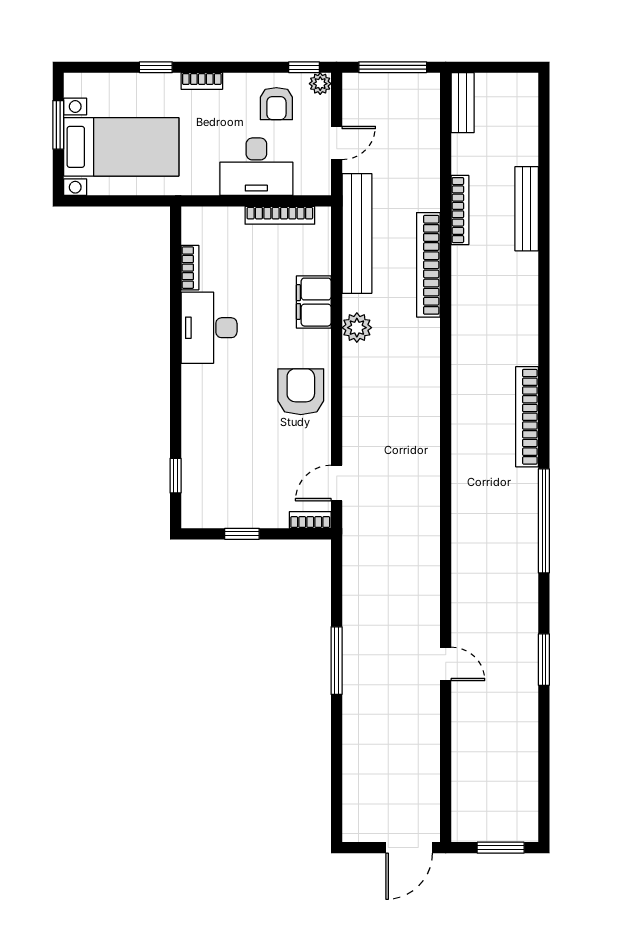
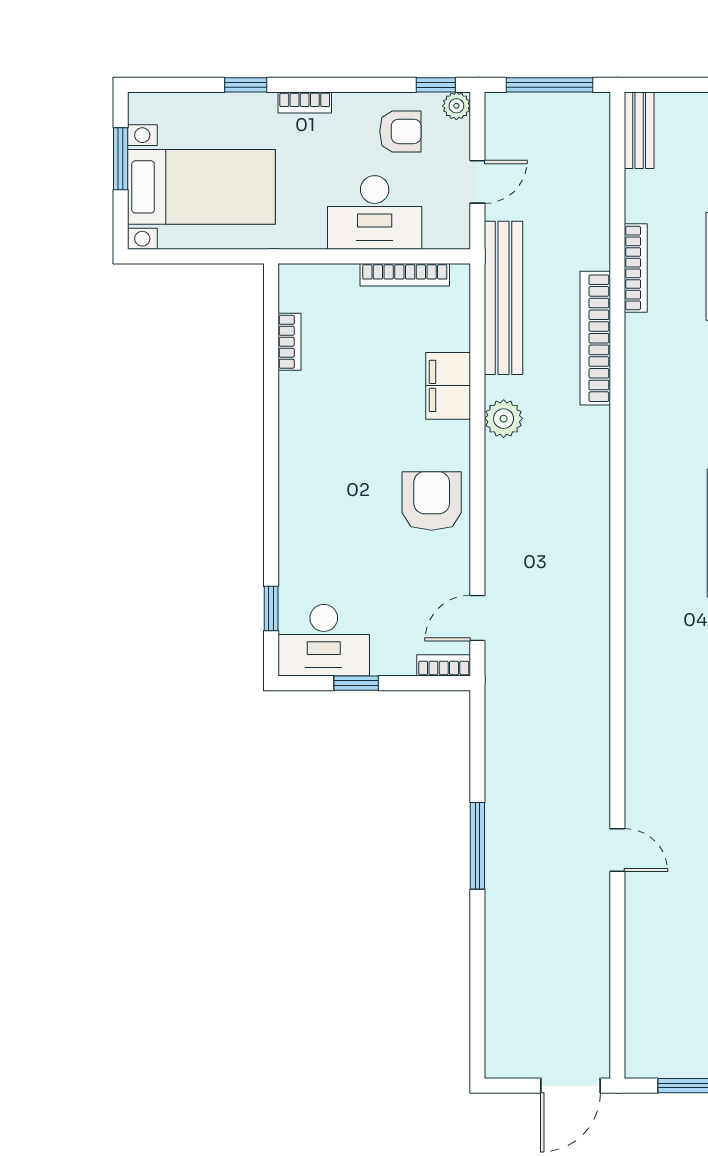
armchair: (276, 104) -> (400, 131), turned -90
desk: (209, 328) -> (324, 640), moved, turned -90

